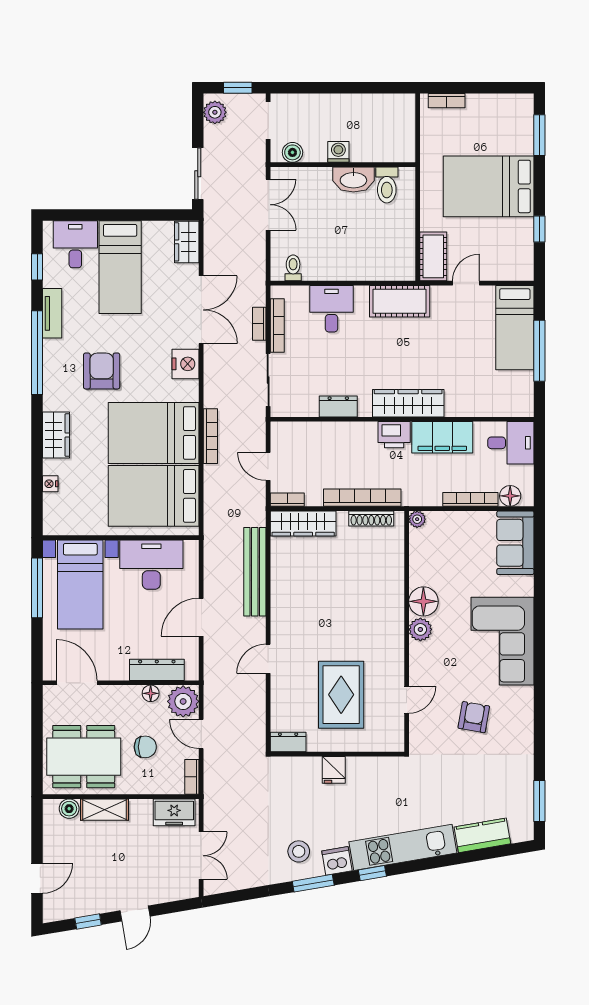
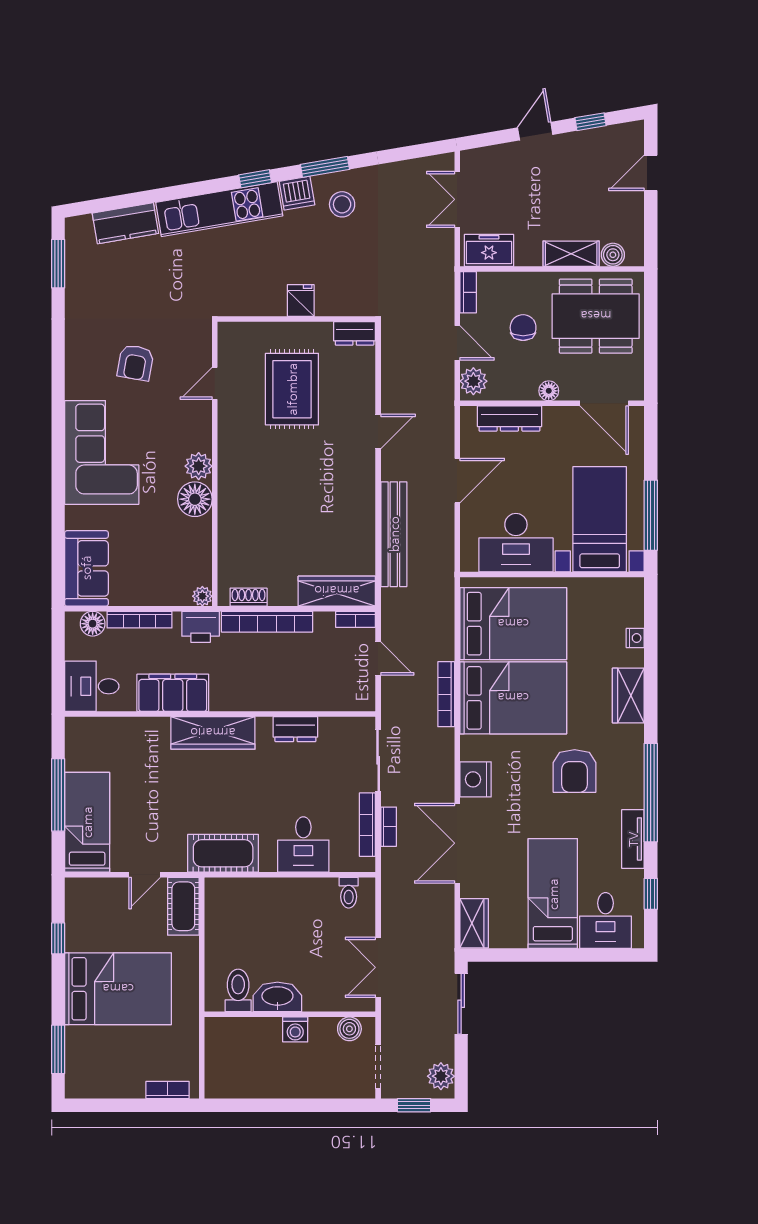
printer: (394, 435) -> (201, 627), moved, turned 180
shoe rack: (371, 518) -> (249, 597), width x0.70
floor lamp: (151, 693) -> (549, 391), moved
plant: (183, 701) -> (473, 381), width x0.73, depth x0.73
chair: (145, 747) -> (523, 328), turned 90

